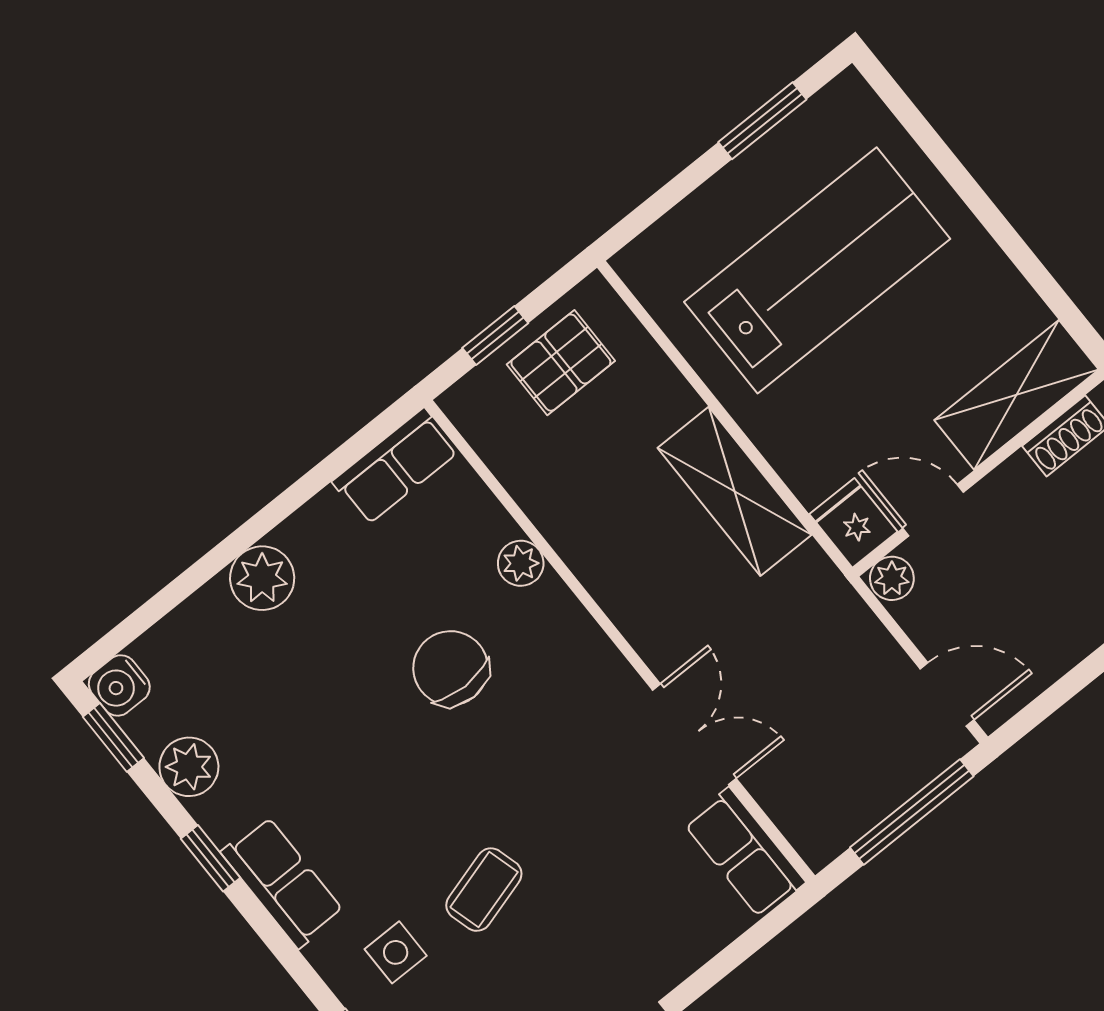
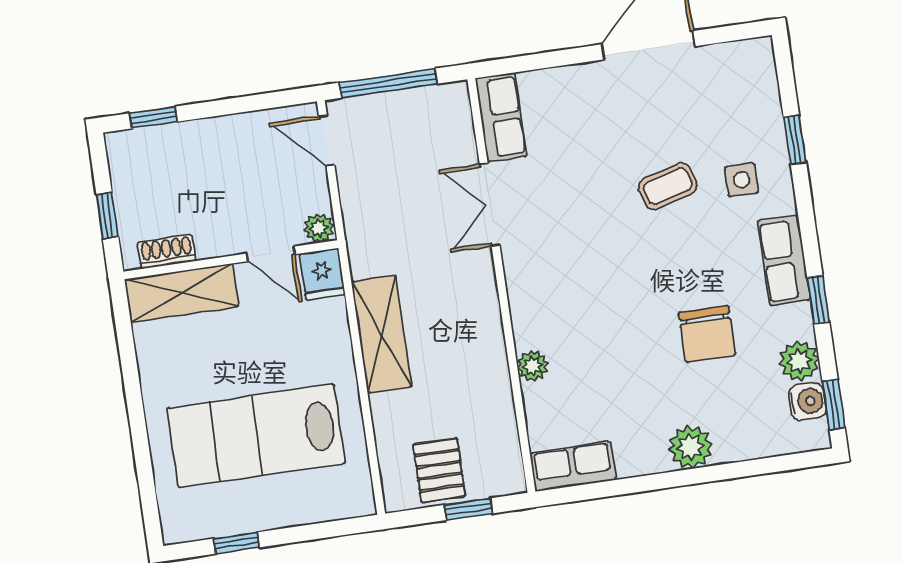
window: (762, 121) -> (236, 543), width x0.67
pallet: (561, 363) -> (439, 470), turned 90
chair: (451, 668) -> (707, 334), moved
water cooler: (119, 685) -> (807, 401), moved

